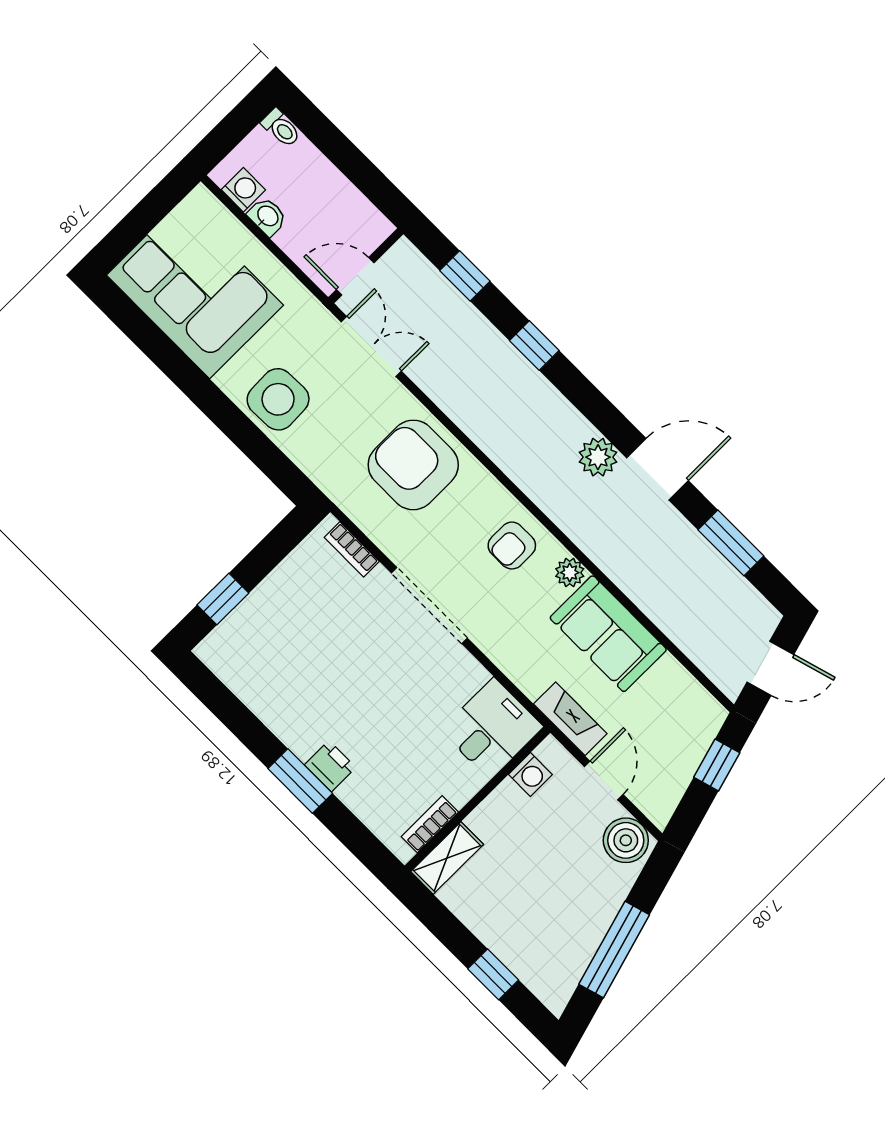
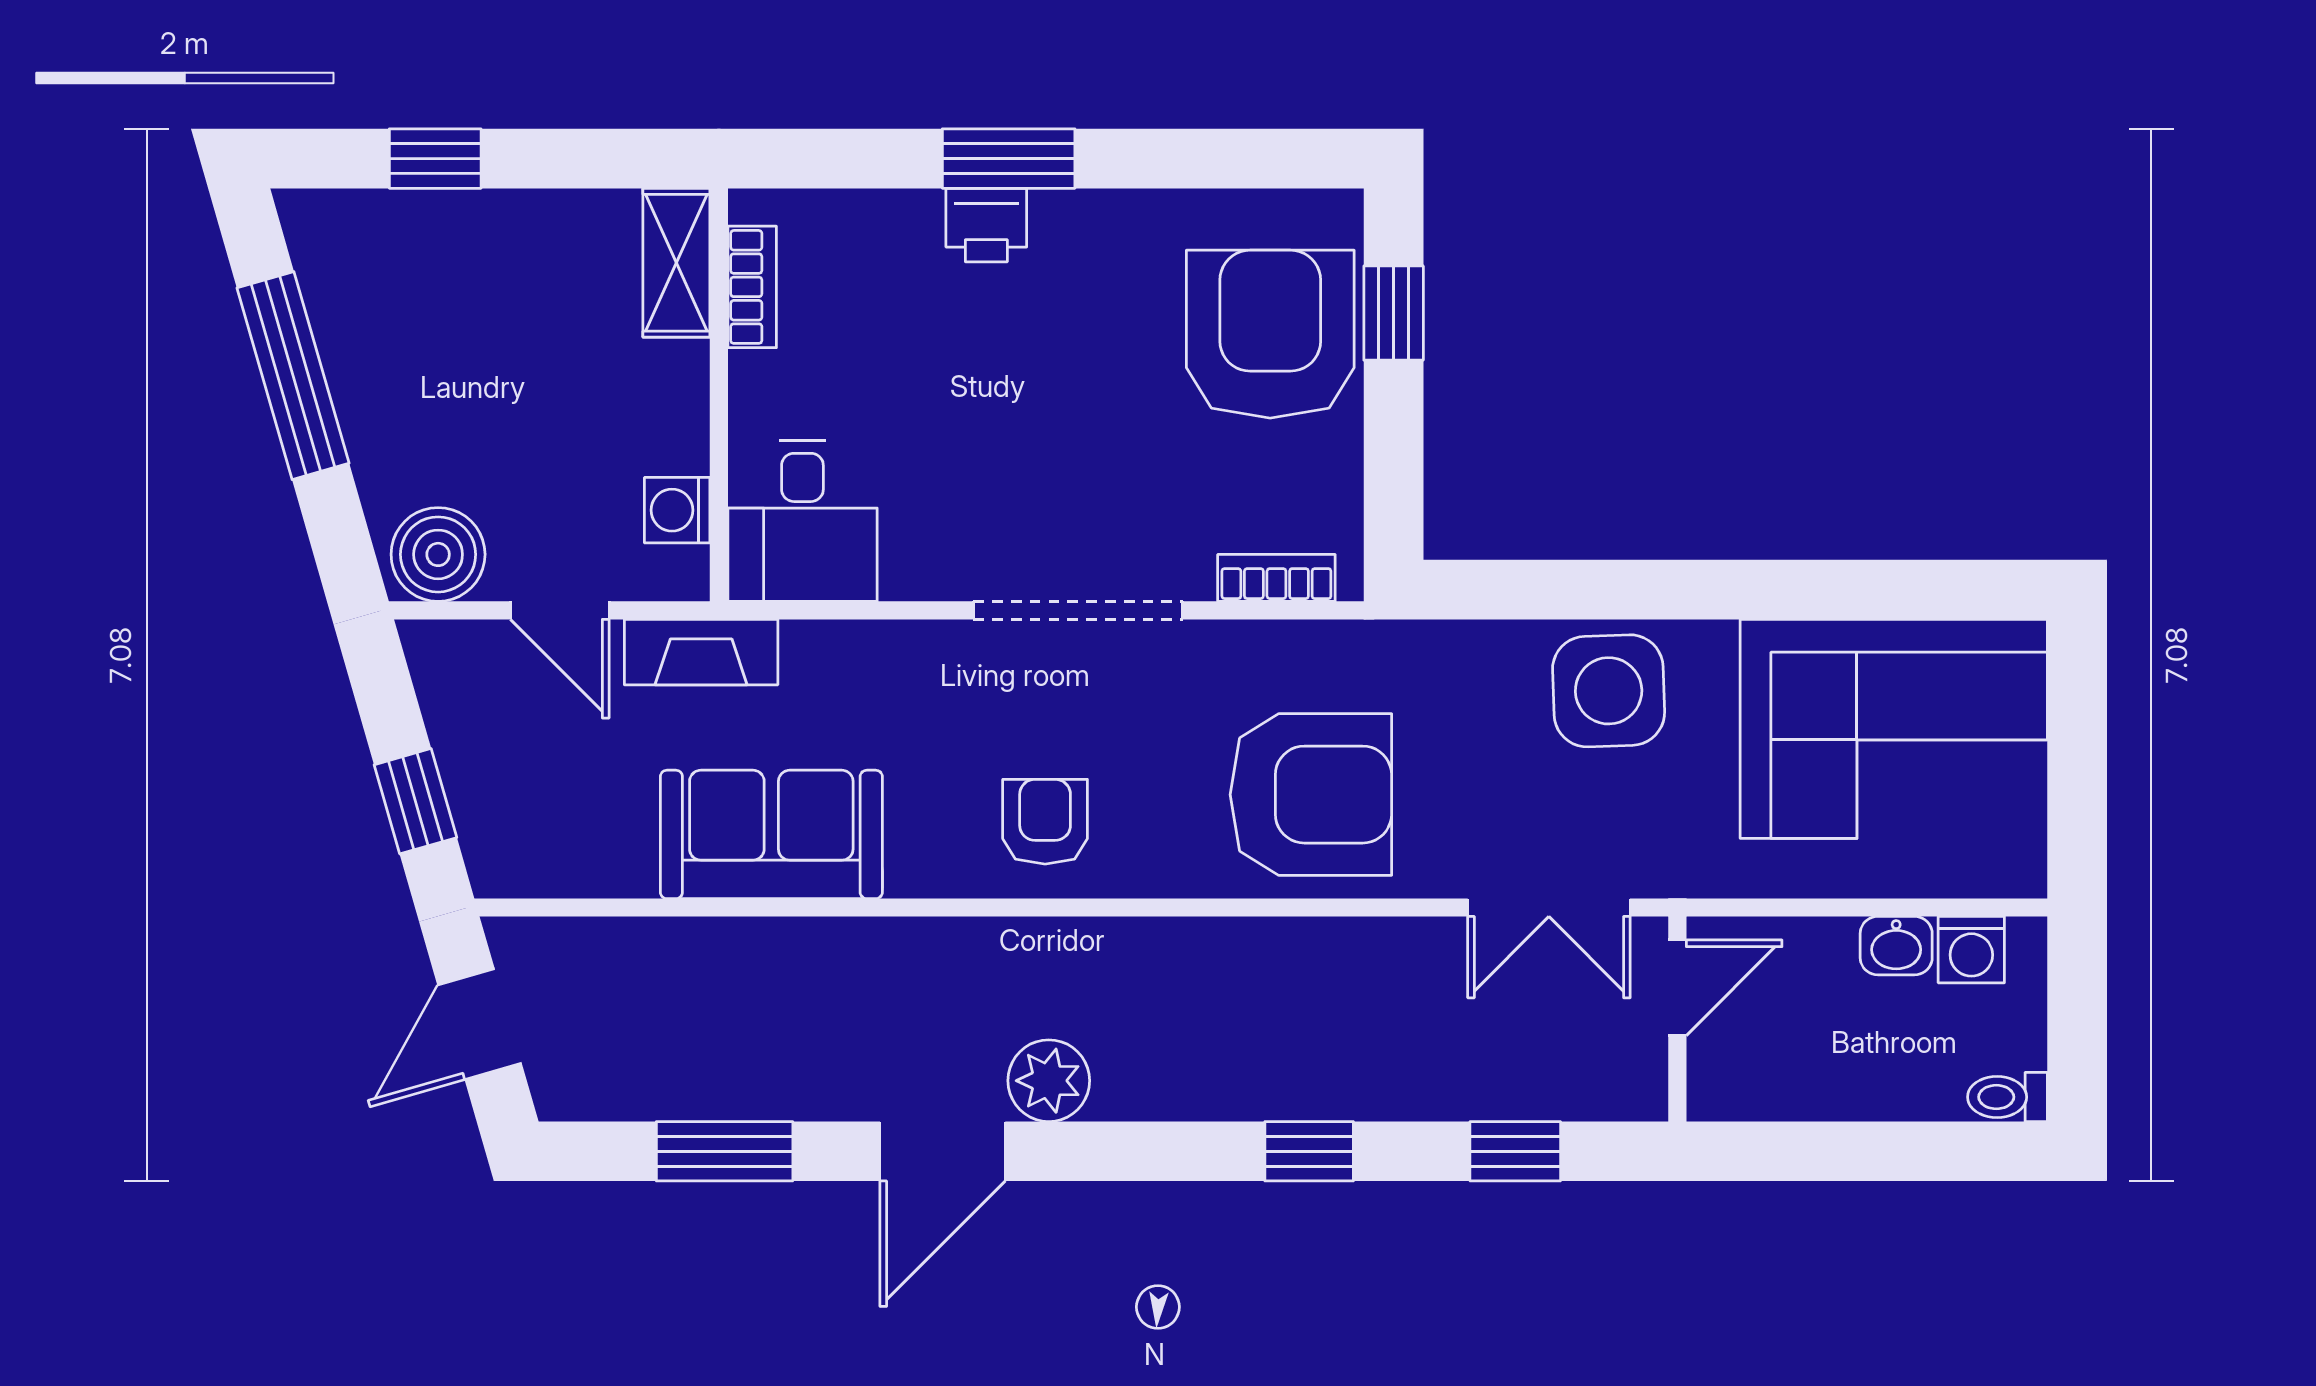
plant: (570, 573) -> (919, 868), removed
armchair: (271, 634) -> (1270, 334), added

